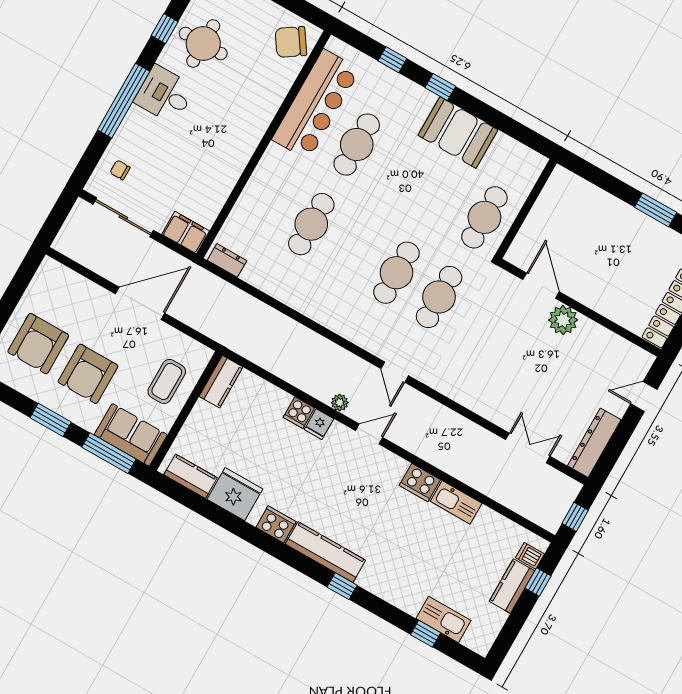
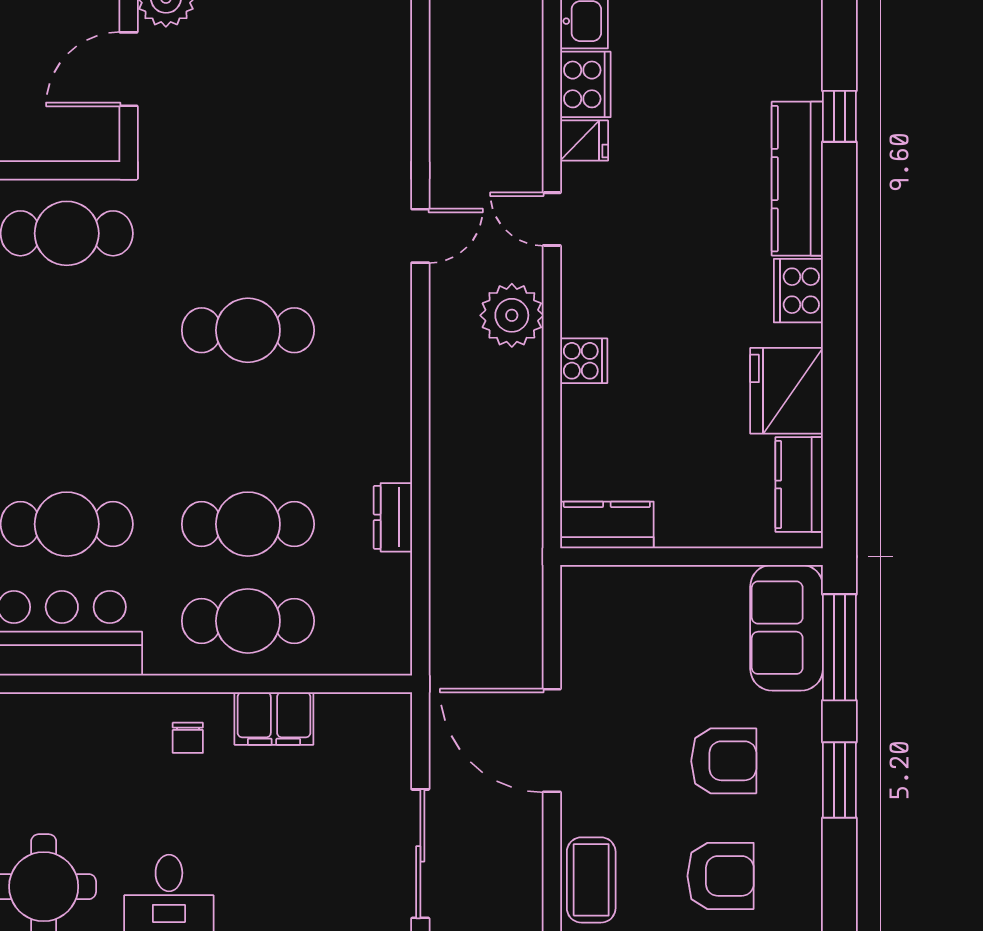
chair: (120, 170) -> (188, 738), moved
filing cabinet: (186, 233) -> (274, 719), moved, turned -90
dresser: (227, 260) -> (393, 517), moved
cafe table: (439, 297) -> (248, 621), moved
armchair: (38, 344) -> (721, 876), width x0.73, depth x0.73
armchair: (88, 374) -> (724, 761), width x0.73, depth x0.73
coffee table: (167, 381) -> (591, 880), moved, turned 90
plant: (340, 403) -> (512, 315), width x1.88, depth x1.88
fridge: (319, 424) -> (584, 141), moved

